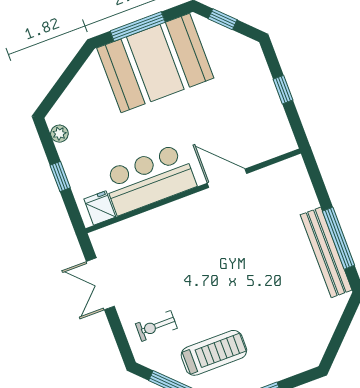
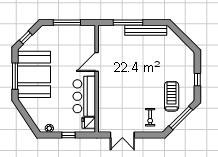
window: (283, 90) -> (67, 22), width x2.17
window: (339, 238) -> (128, 22), moved

